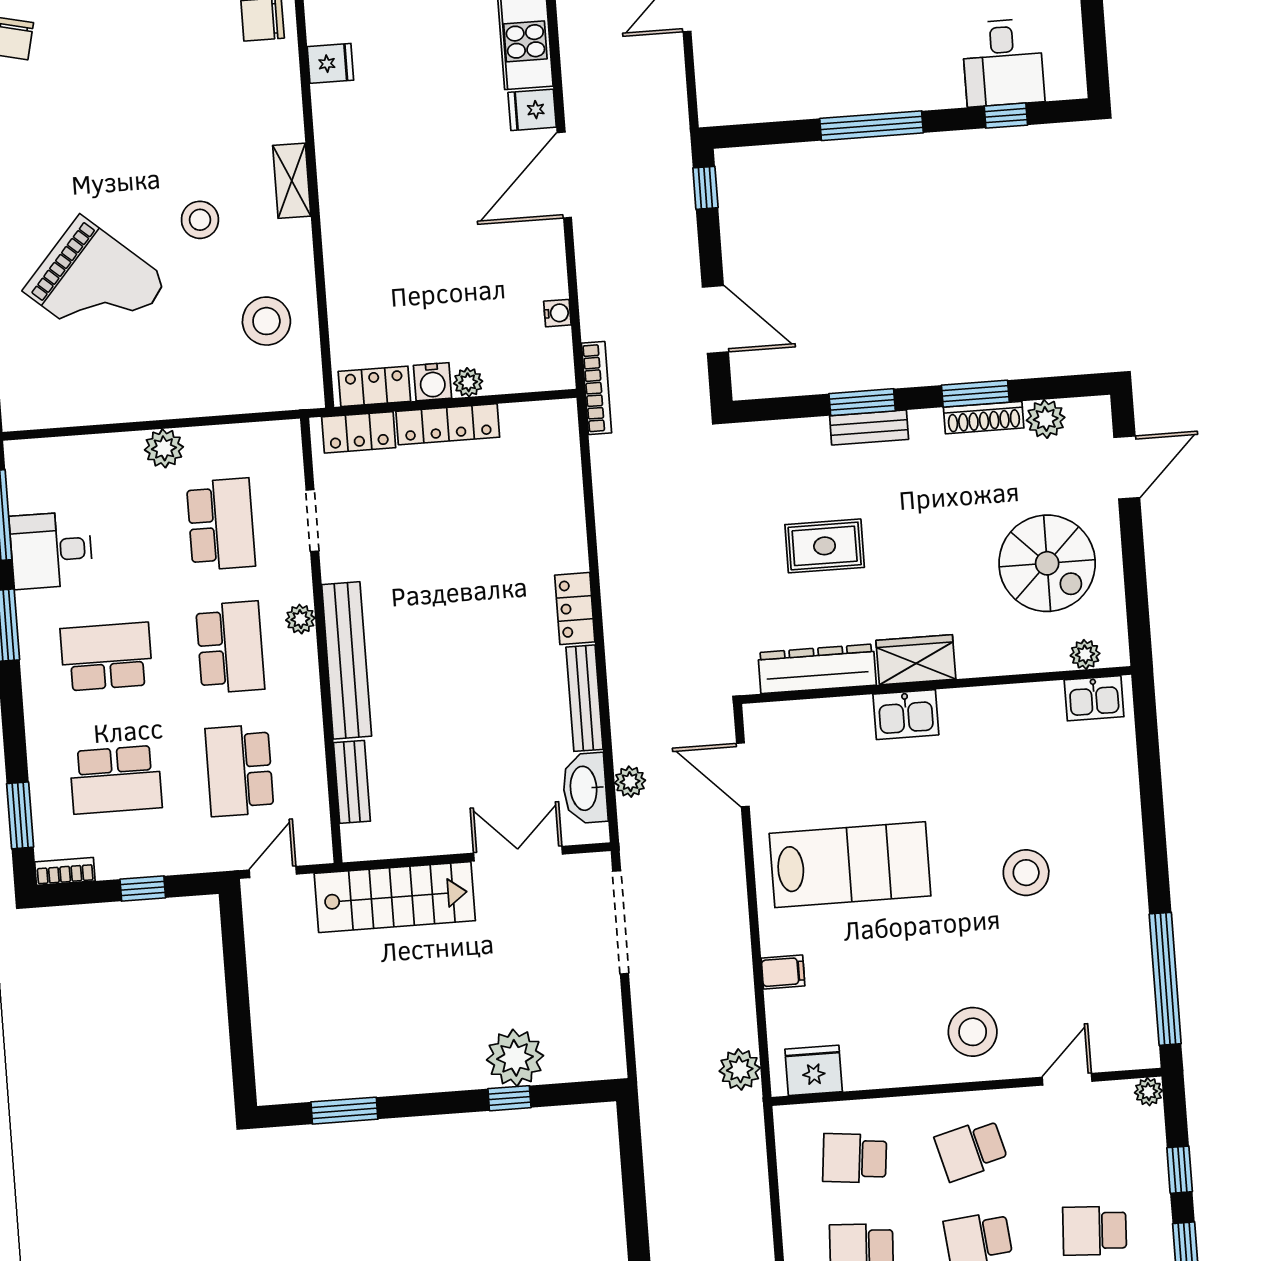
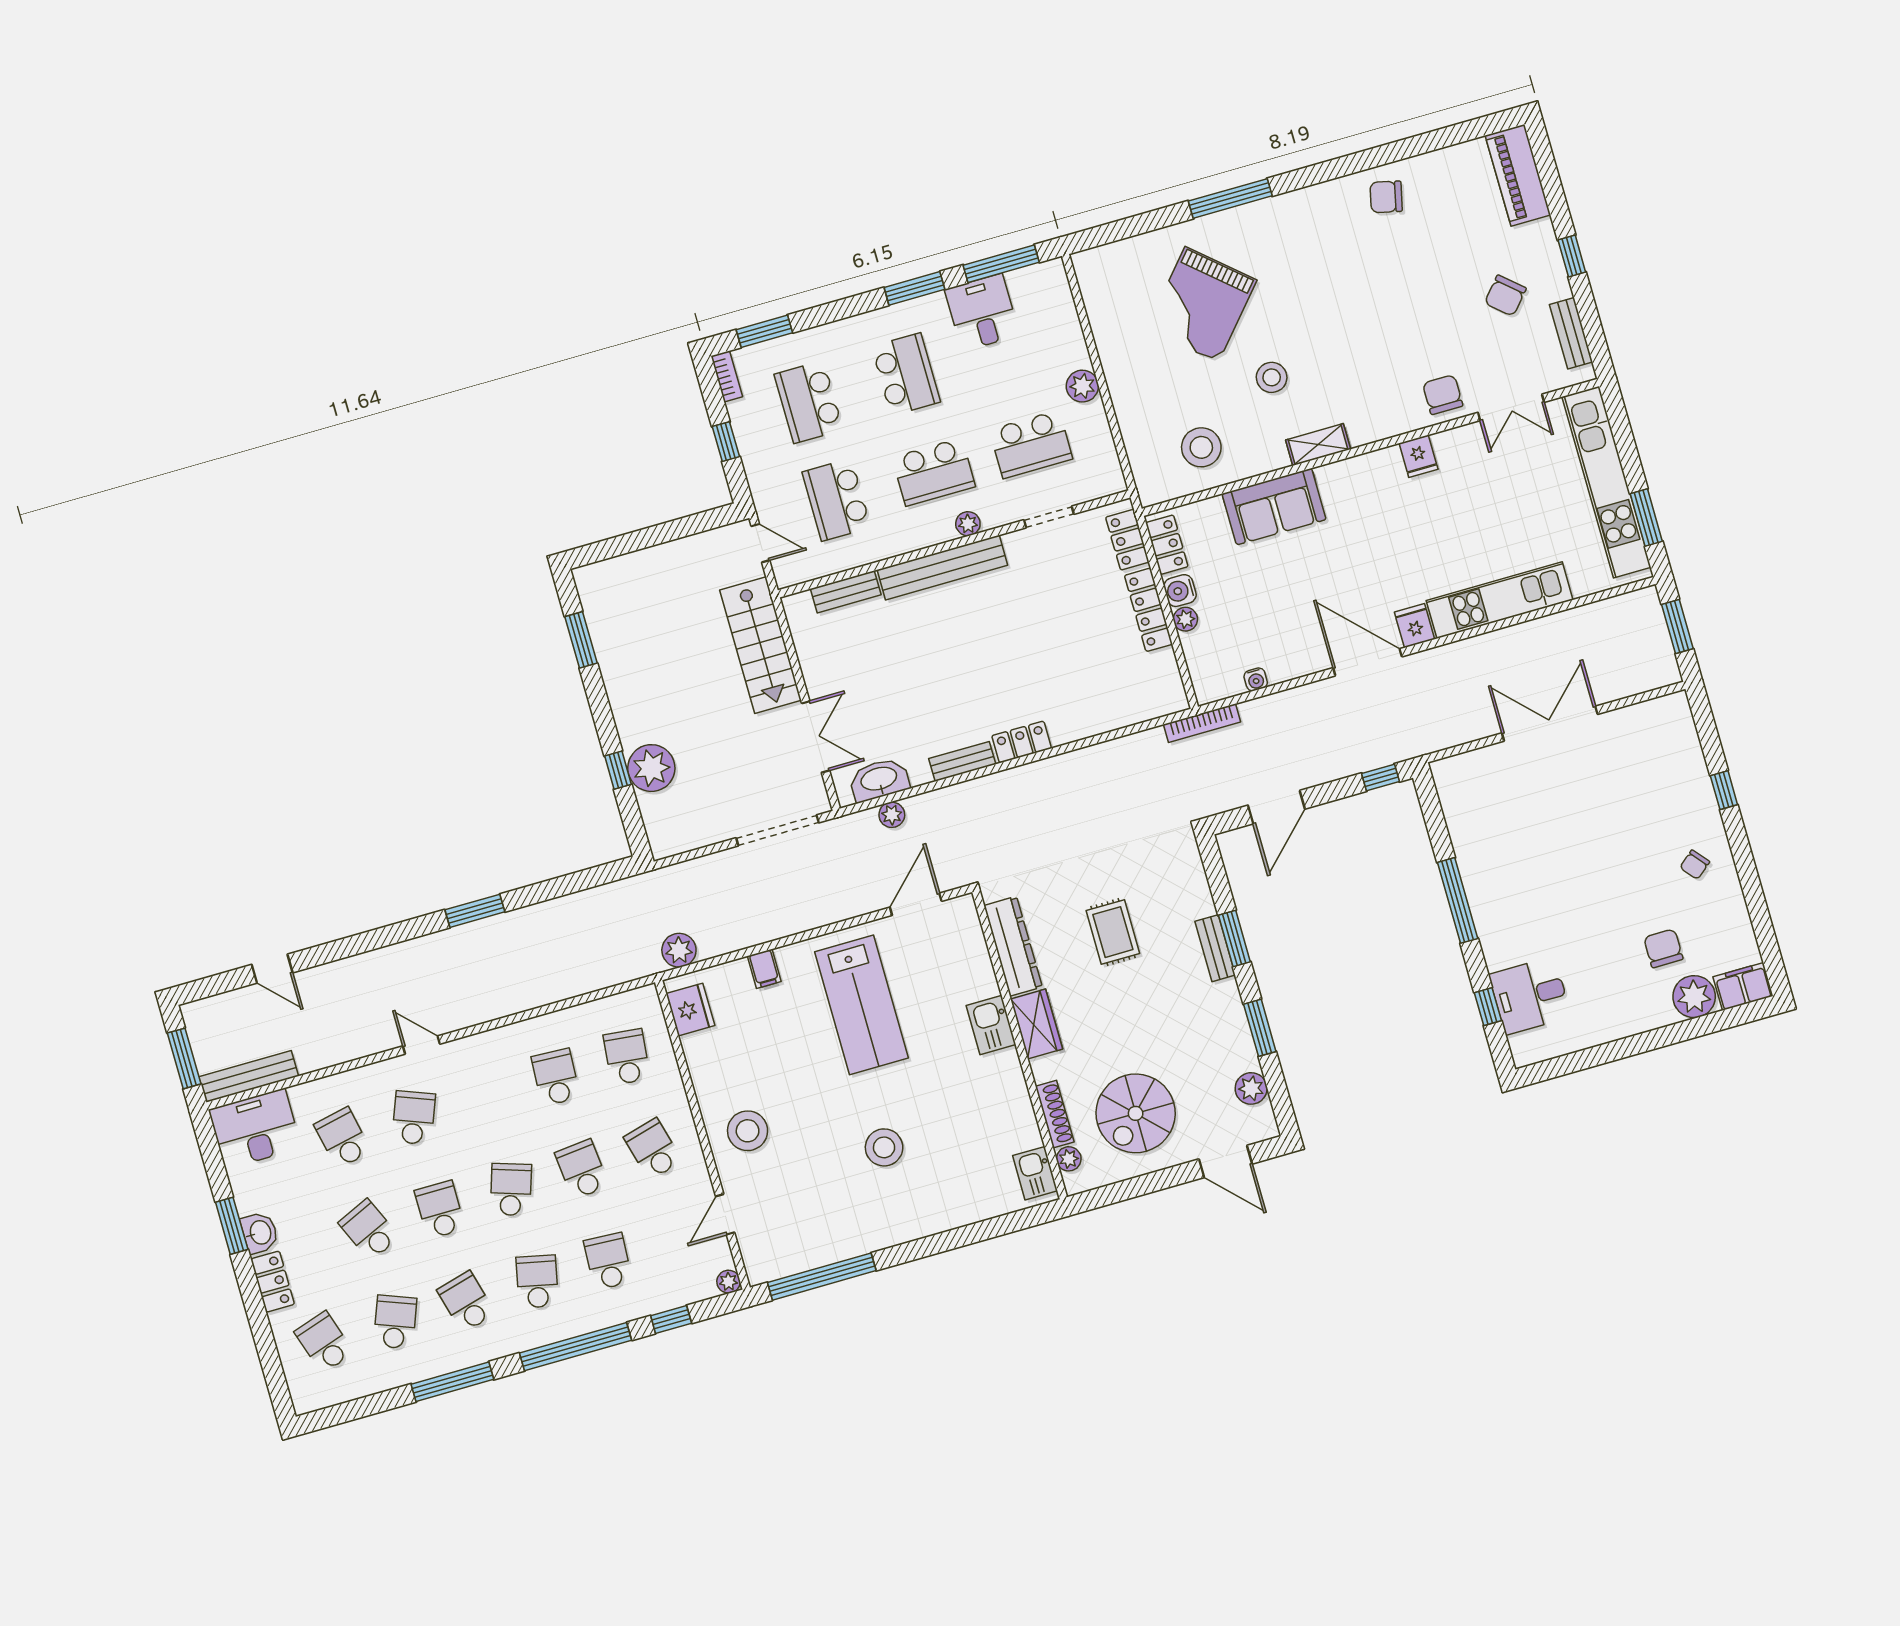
sofa: (355, 249) -> (1274, 507), added
shoe rack: (984, 418) -> (1055, 1114), moved, turned 180
bench: (585, 698) -> (962, 761), width x0.73
school desk: (239, 770) -> (837, 500), turned -90
door: (1067, 1079) -> (725, 1214), swing flipped

